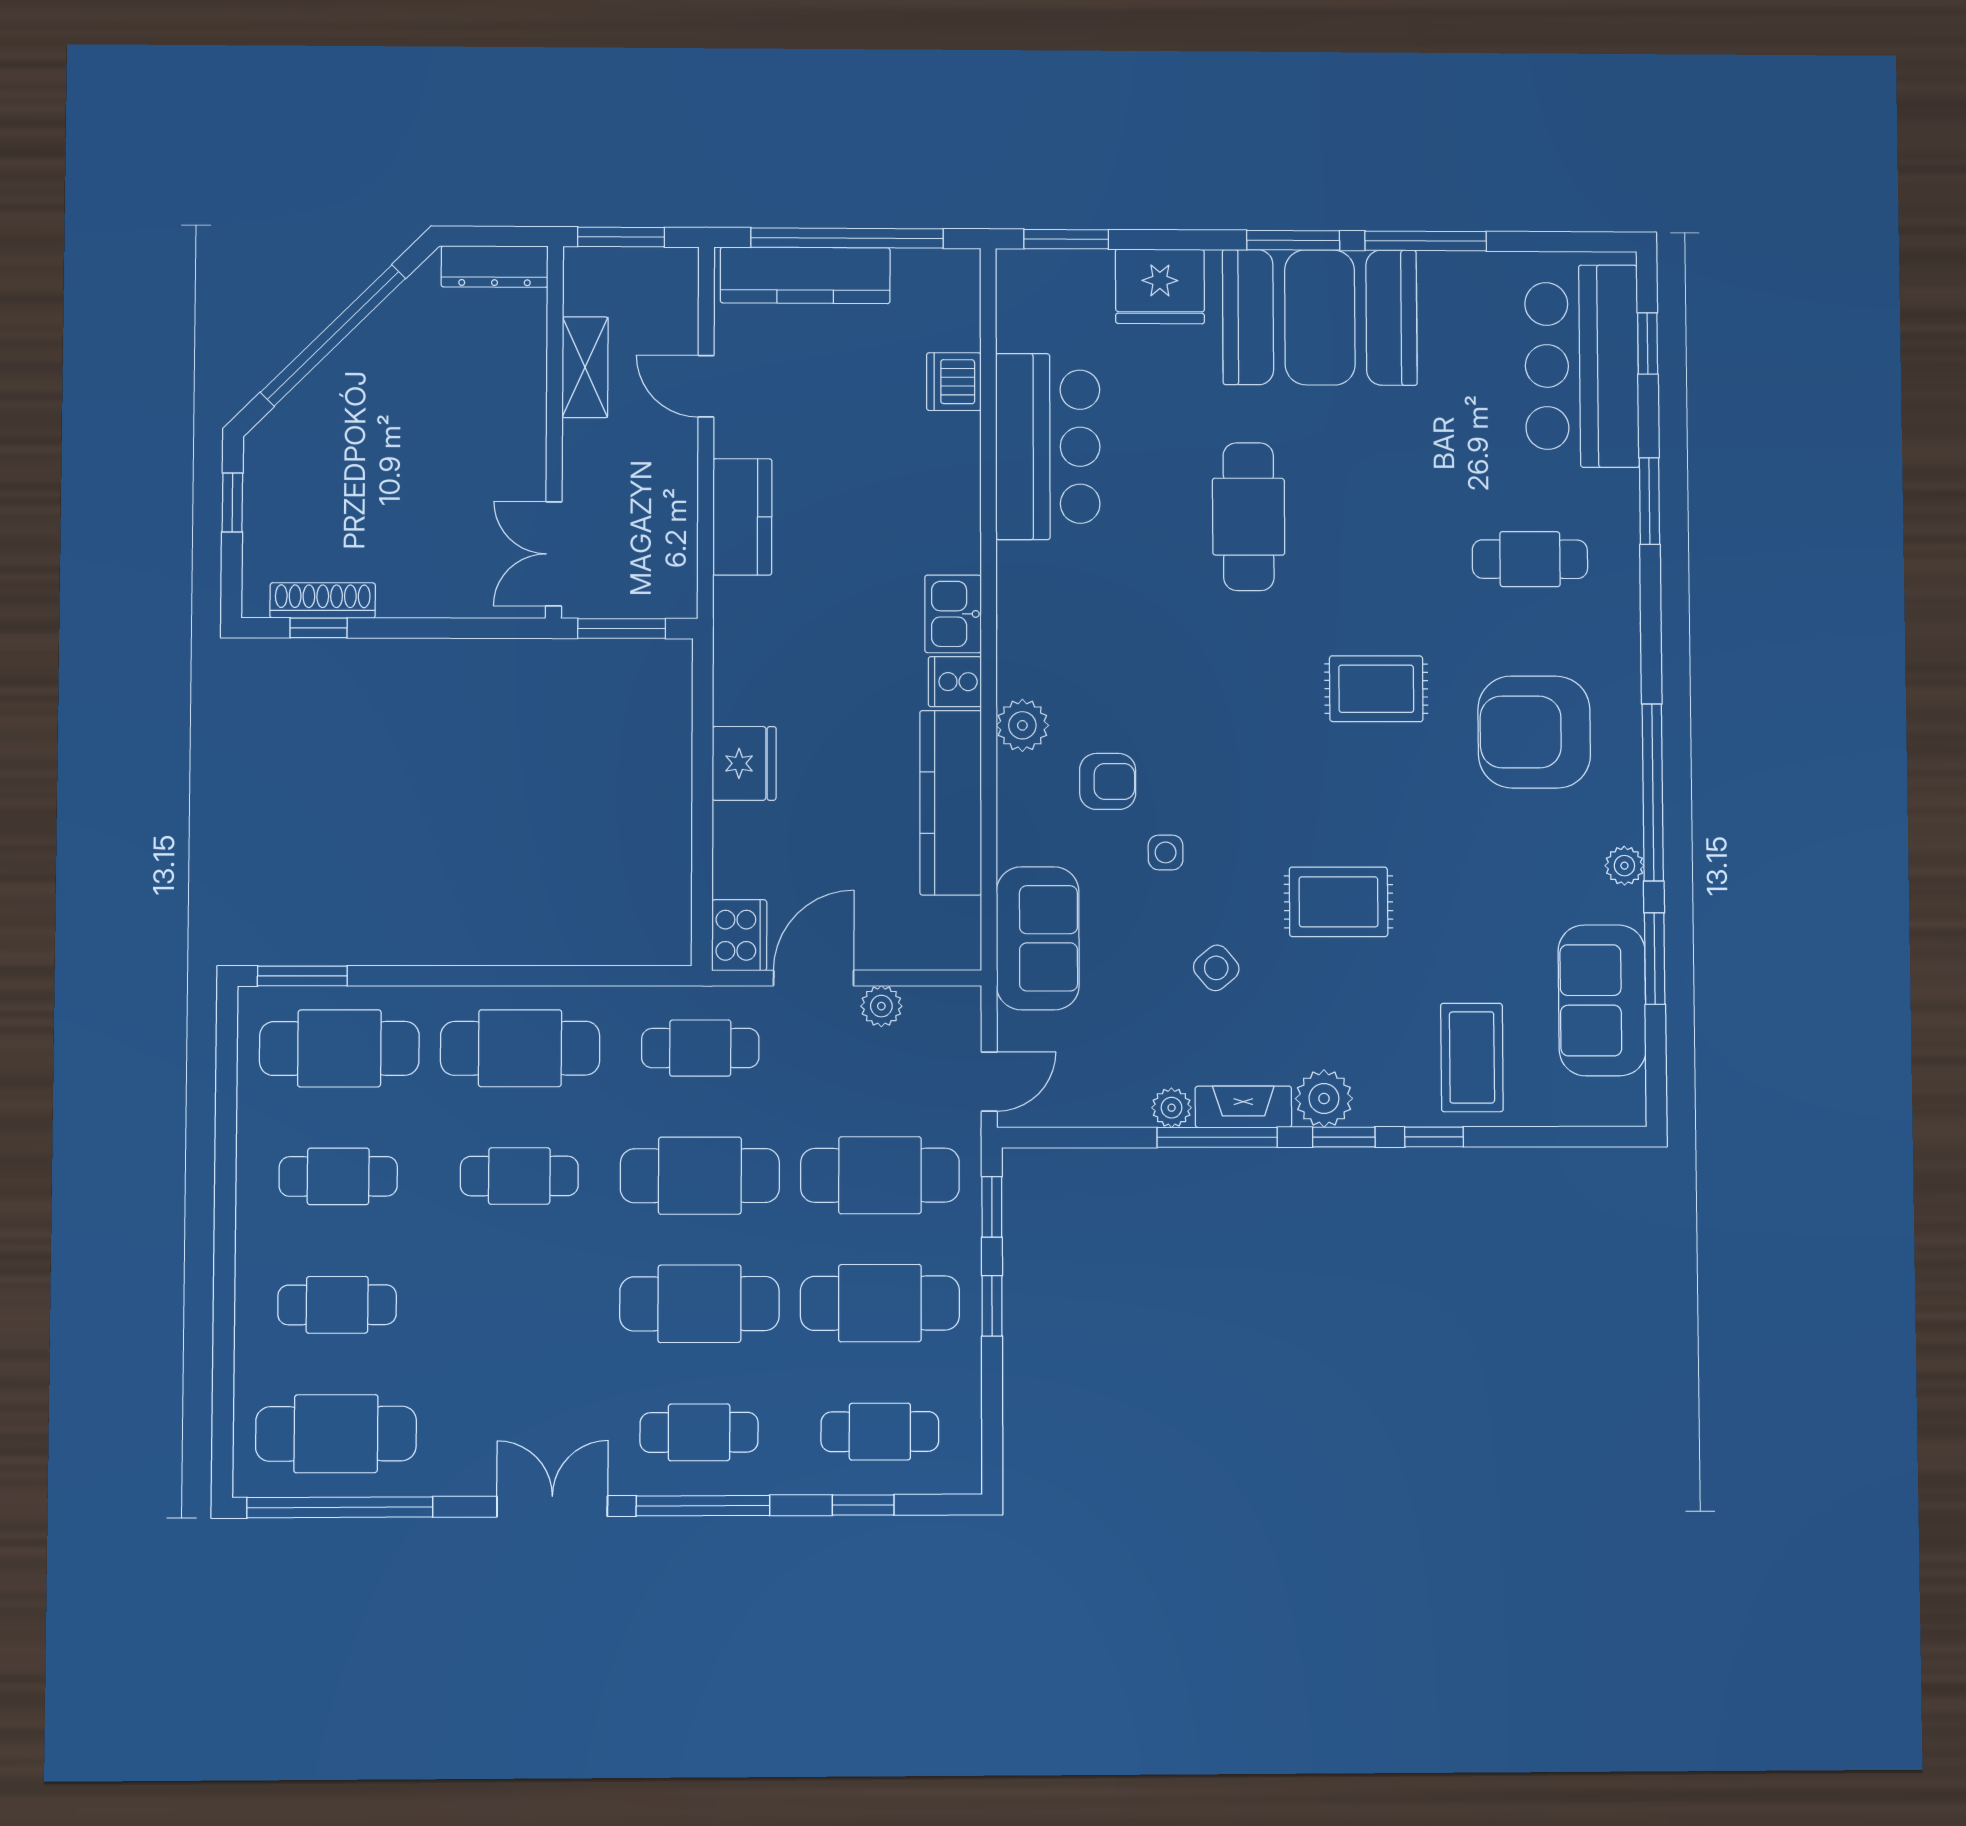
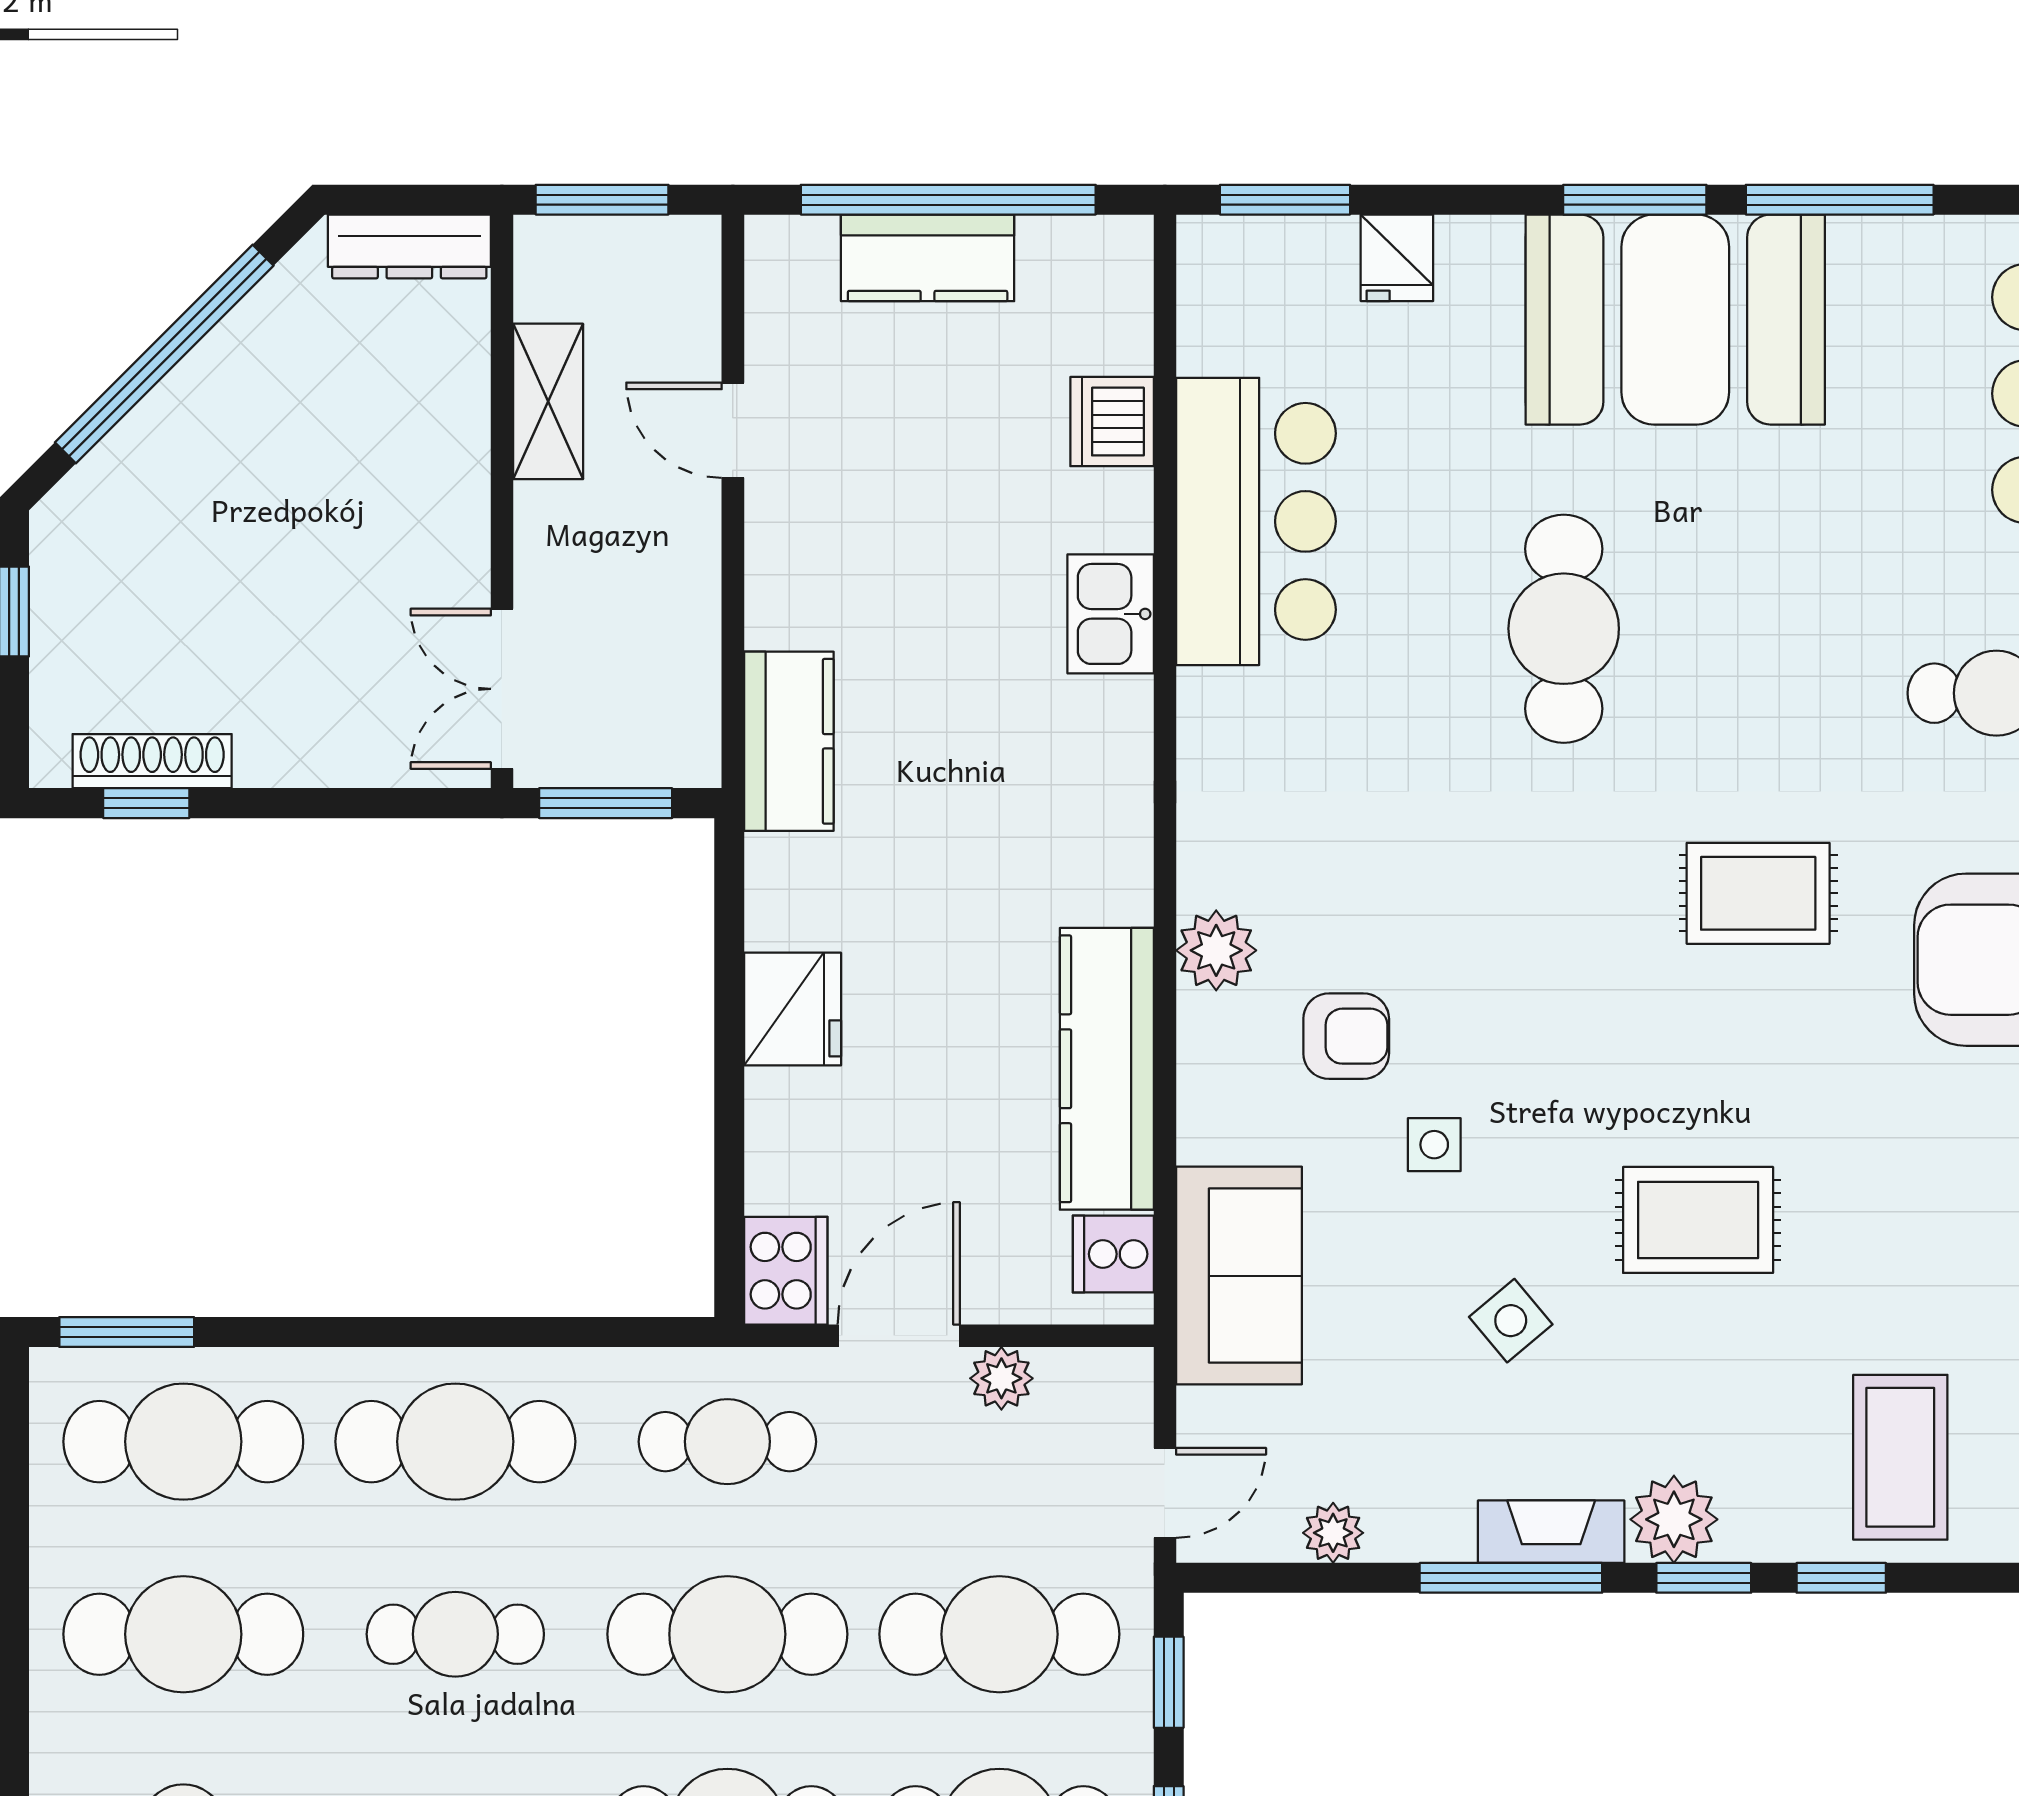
kitchen counter: (805, 275) -> (928, 258), width x0.67
fridge: (1160, 286) -> (1397, 258), width x0.53, depth x0.75
kitchen counter: (742, 517) -> (789, 741), moved
kitchen sink: (953, 614) -> (1111, 614), moved
cooker: (955, 682) -> (1113, 1254), moved
plant: (1172, 1108) -> (1333, 1533), moved
cafe table: (338, 1176) -> (183, 1634), width x1.37, depth x1.35

